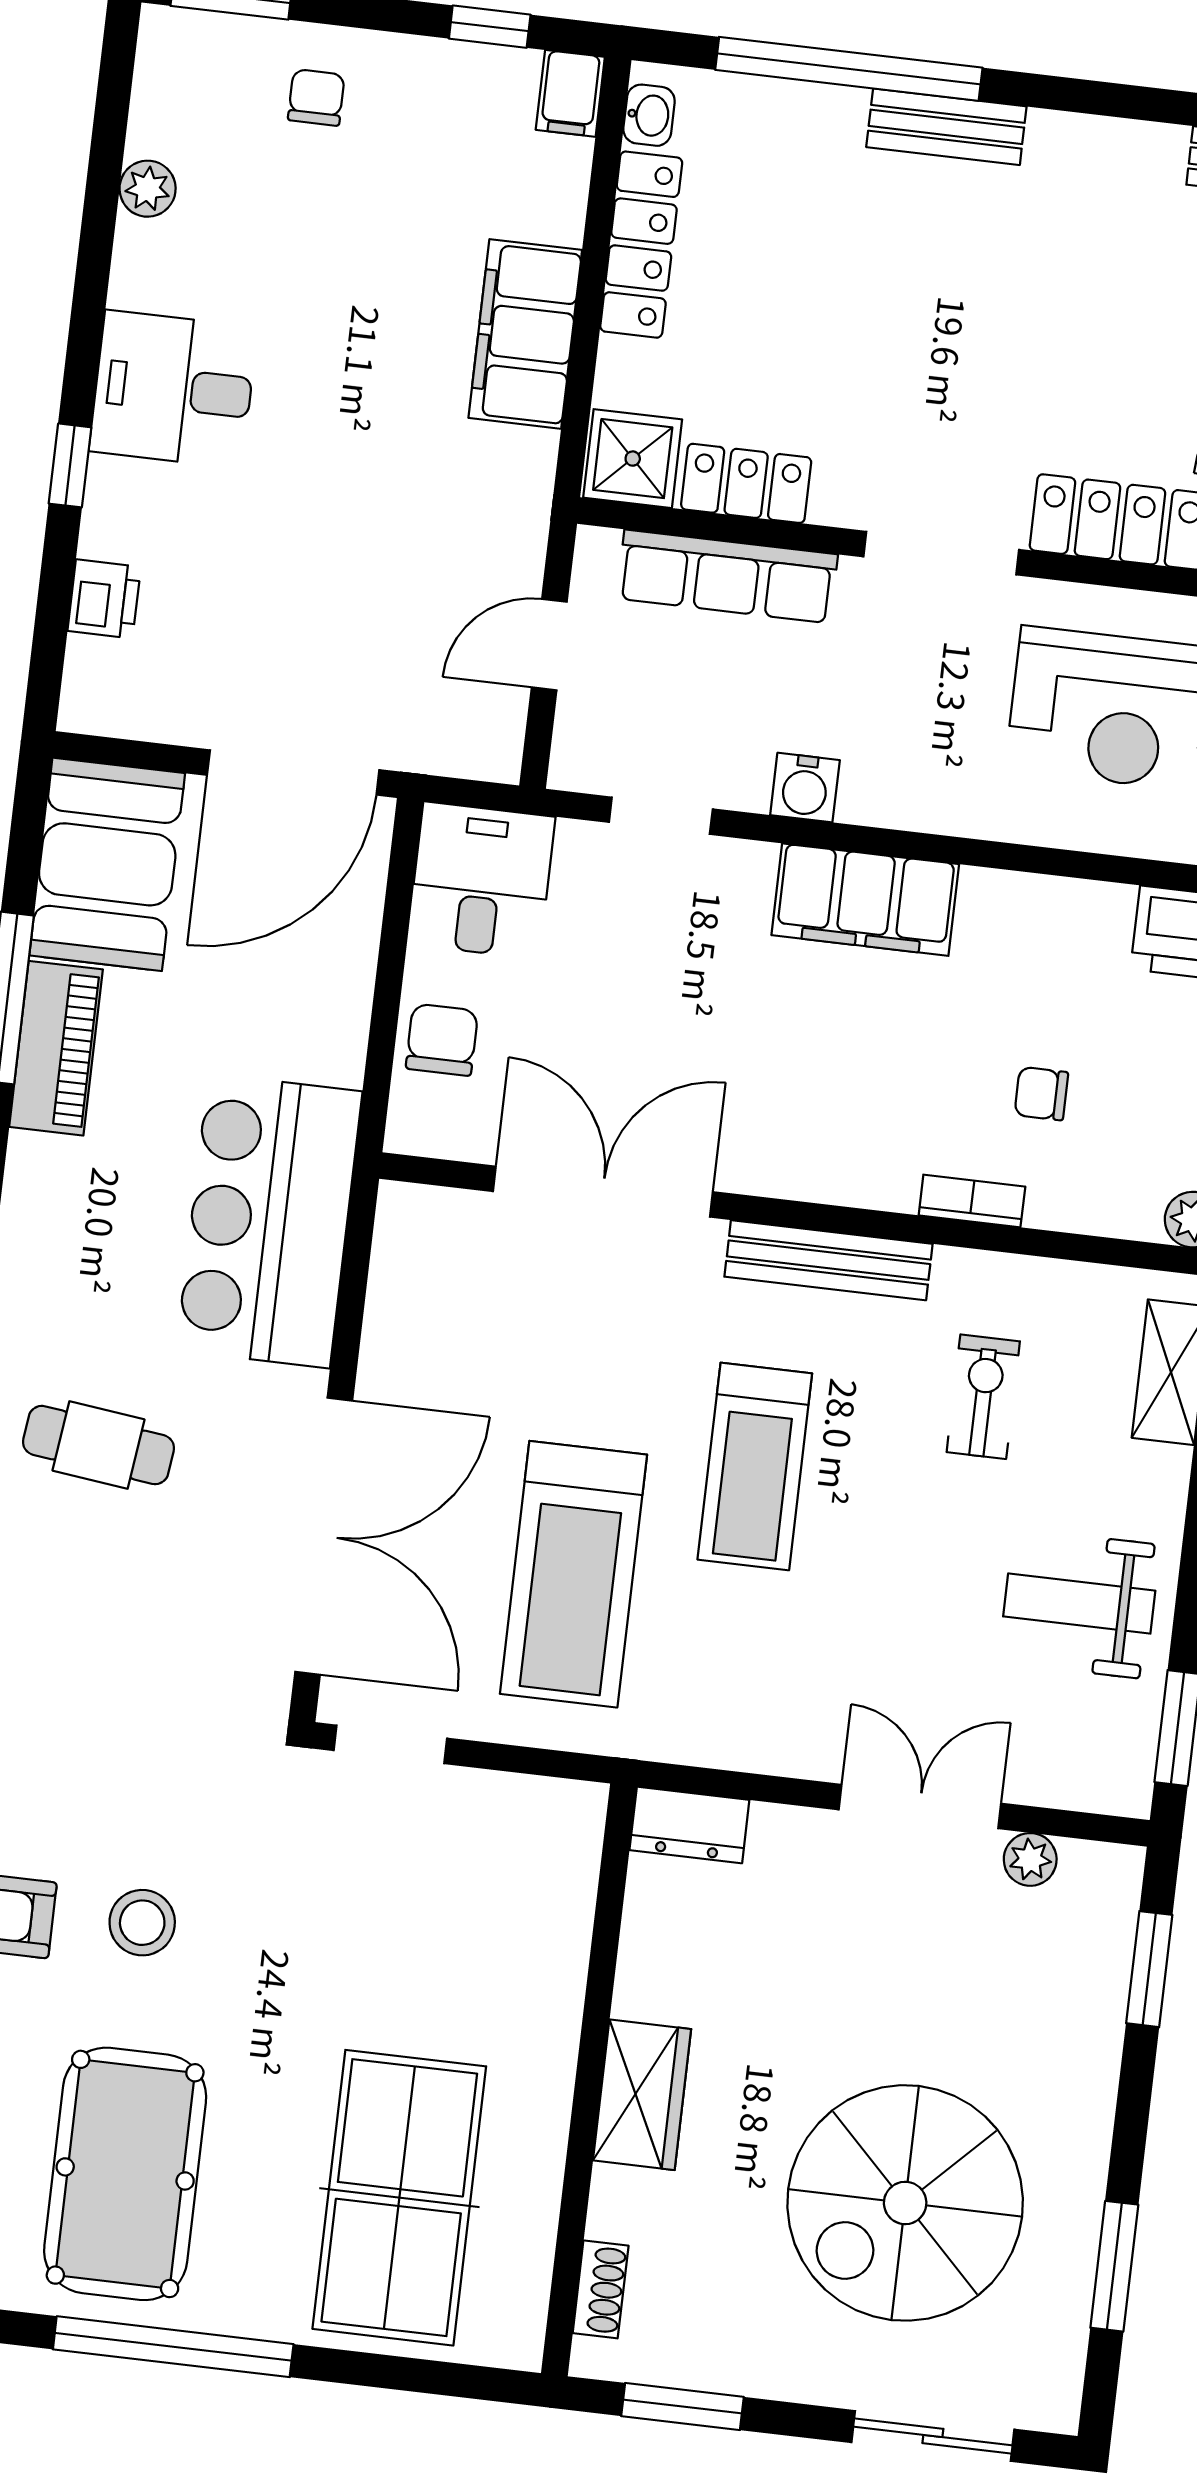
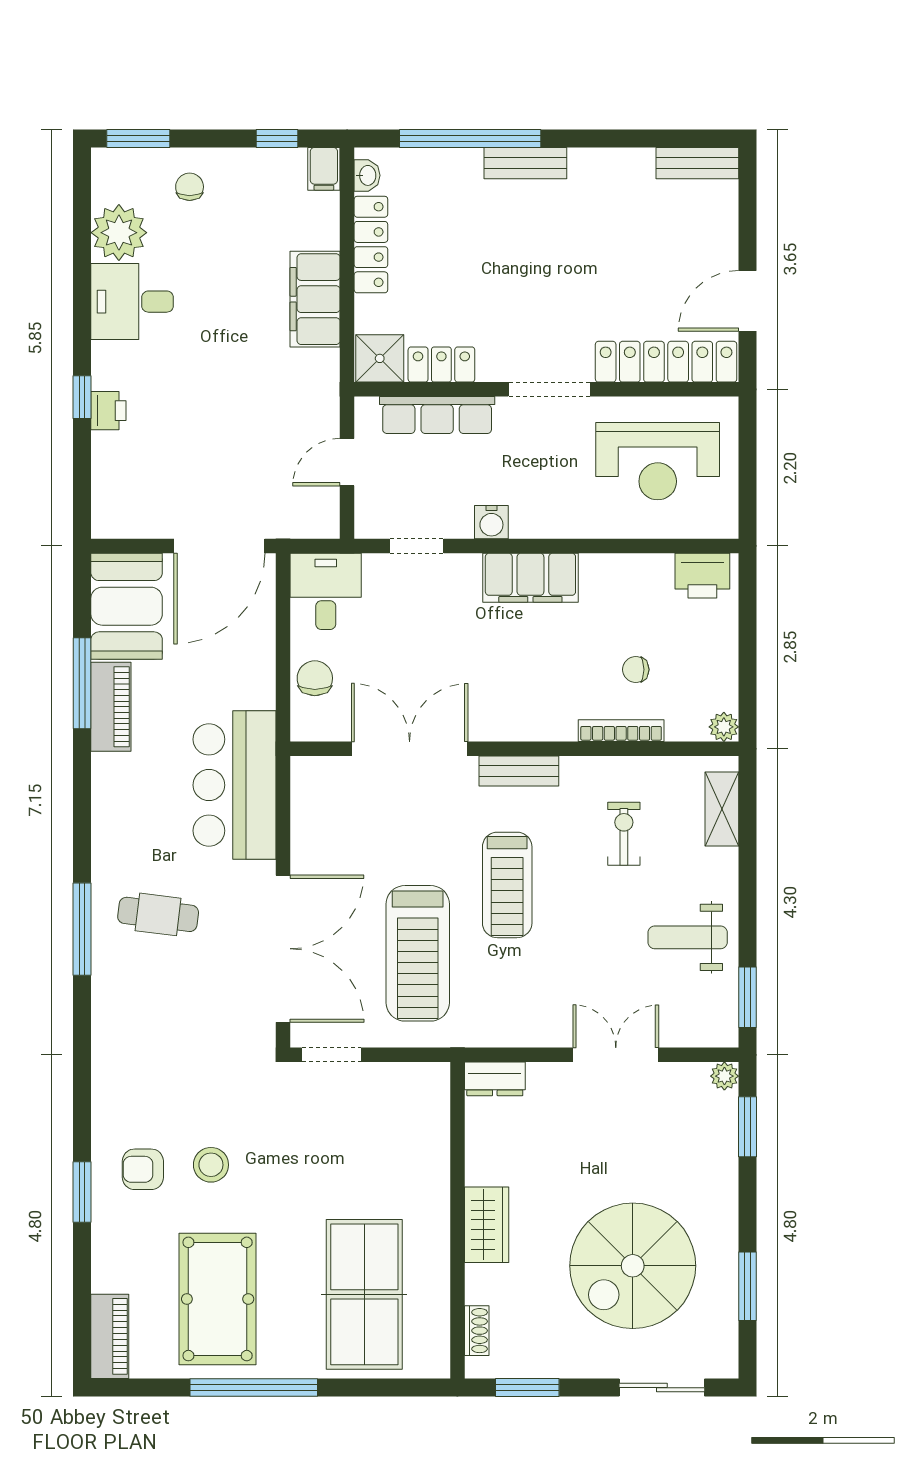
plant: (148, 189) -> (119, 233), width x1.87, depth x1.87
desk: (173, 389) -> (132, 302), moved
printer: (104, 599) -> (108, 411), moved
bookcase: (972, 1201) -> (621, 731), width x1.56
bench: (829, 1260) -> (519, 771), width x0.73
plant: (1030, 1859) -> (724, 1076), moved

